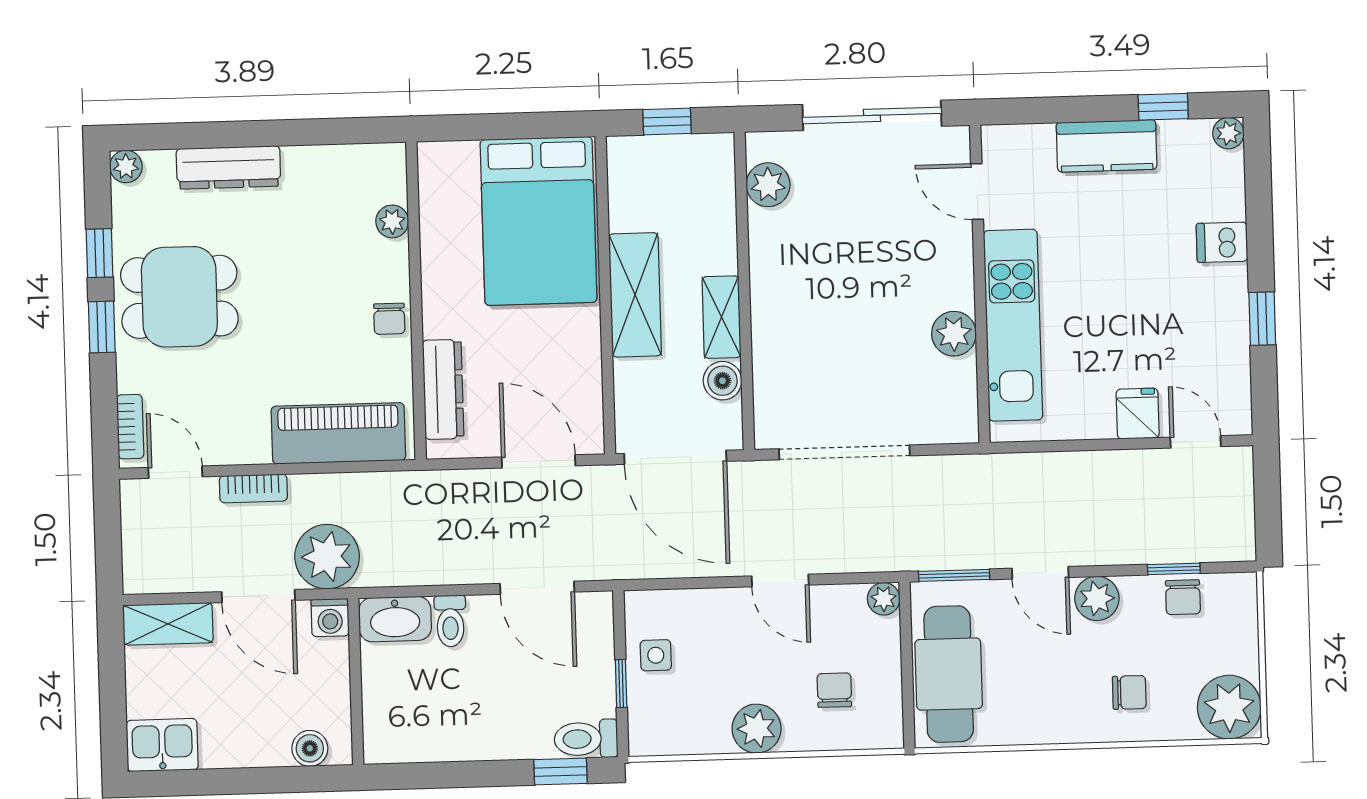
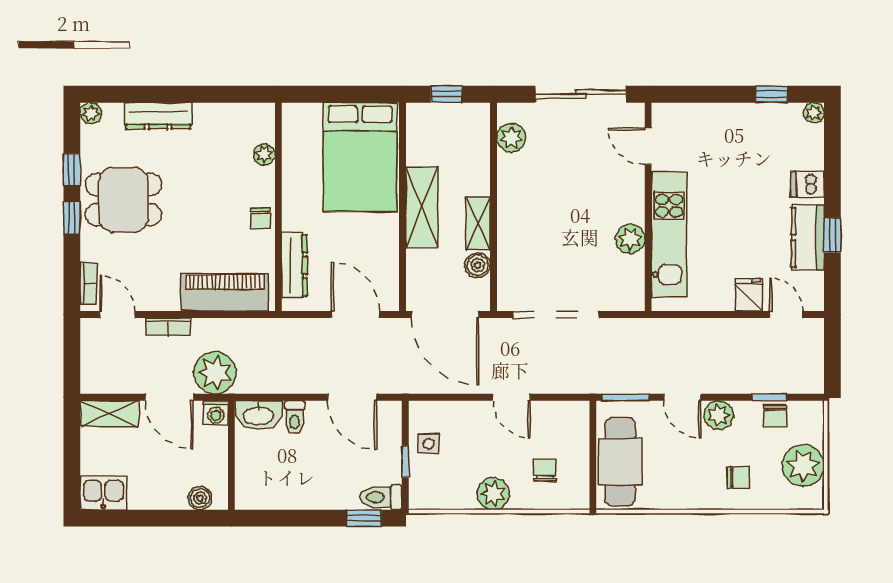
kitchen counter: (1107, 146) -> (808, 237), moved, turned 90
plant: (884, 599) -> (579, 411), removed
plant: (1229, 707) -> (803, 466), moved

